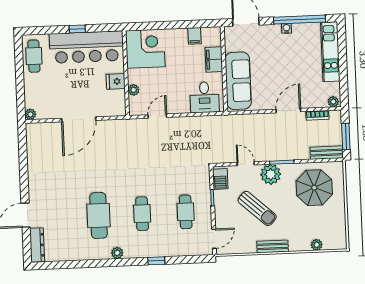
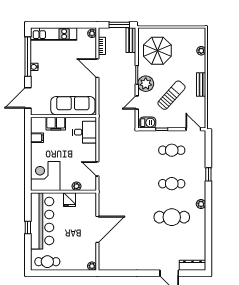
door: (79, 119) -> (97, 229), hinge flipped

